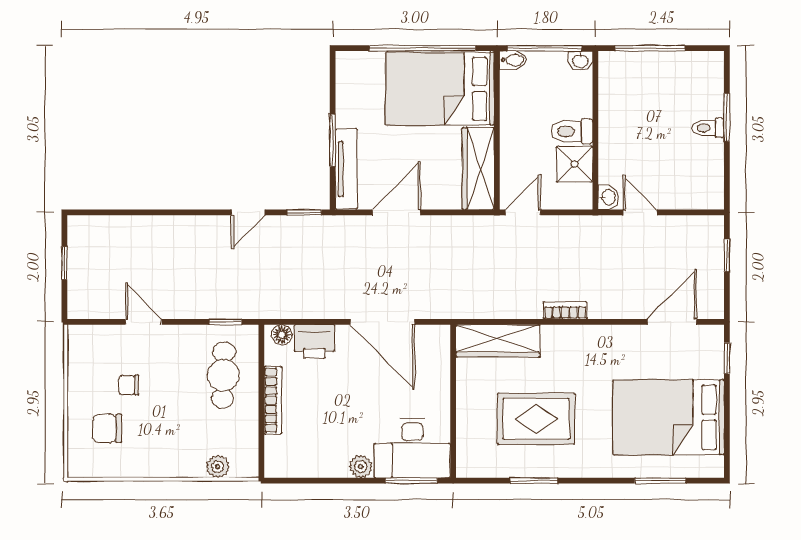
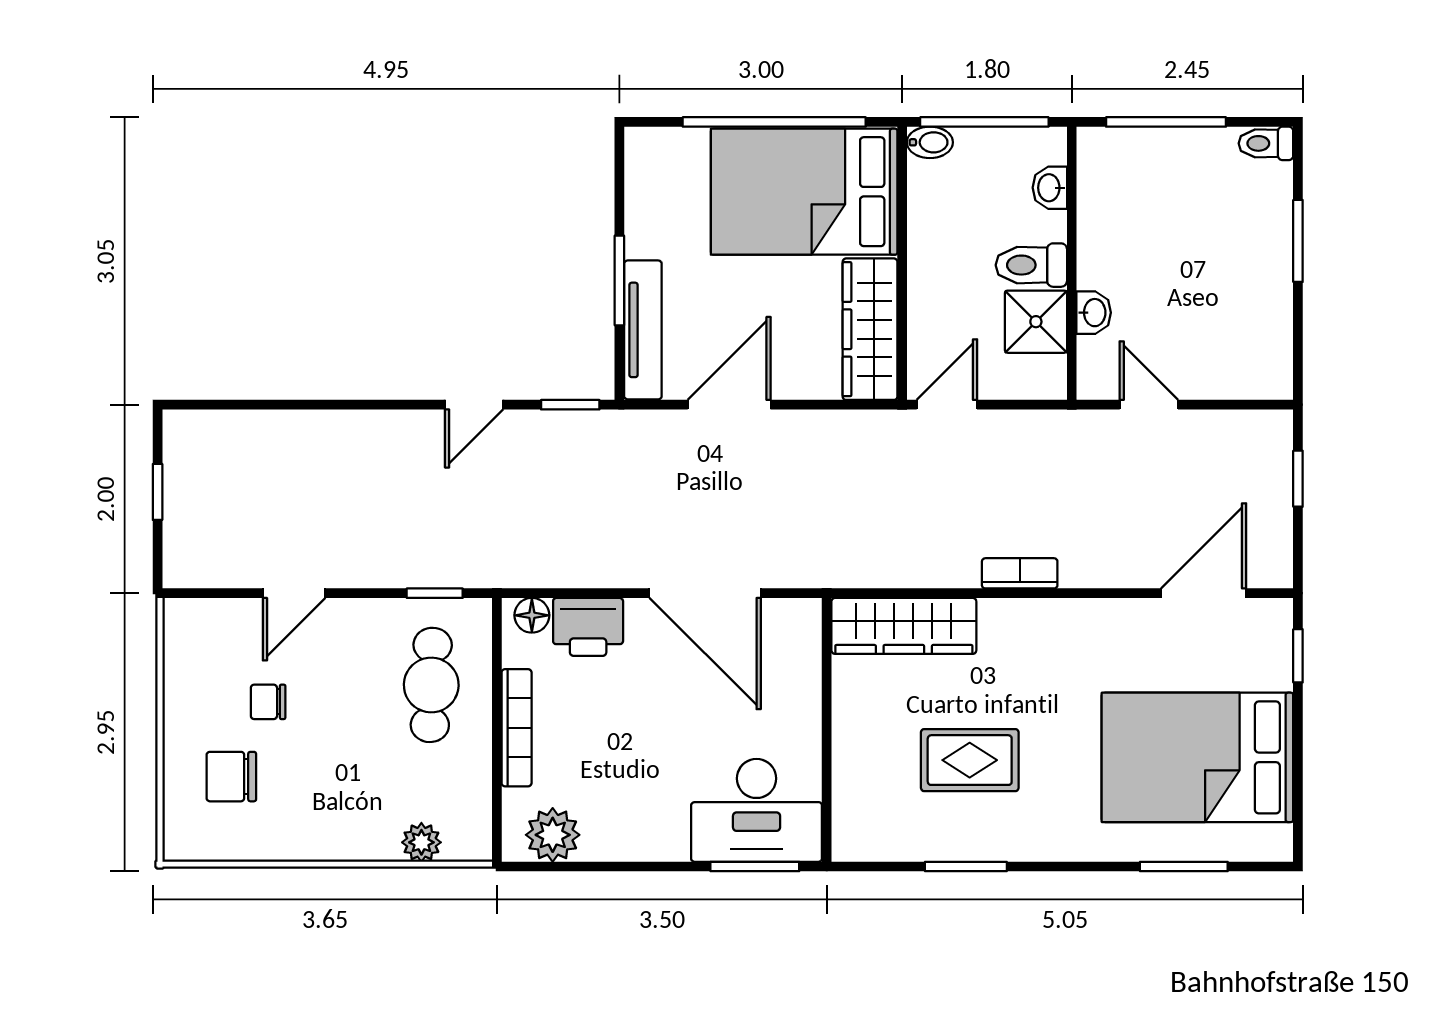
washbasin: (580, 61) -> (1050, 188), moved, turned 90
toilet: (708, 128) -> (1266, 143), moved
washbasin: (608, 197) -> (1094, 313), moved
door: (144, 322) -> (294, 593), swing flipped
rug: (536, 419) -> (970, 760), width x0.73, depth x0.70
plant: (361, 467) -> (553, 835), moved, width x1.38, depth x1.38

